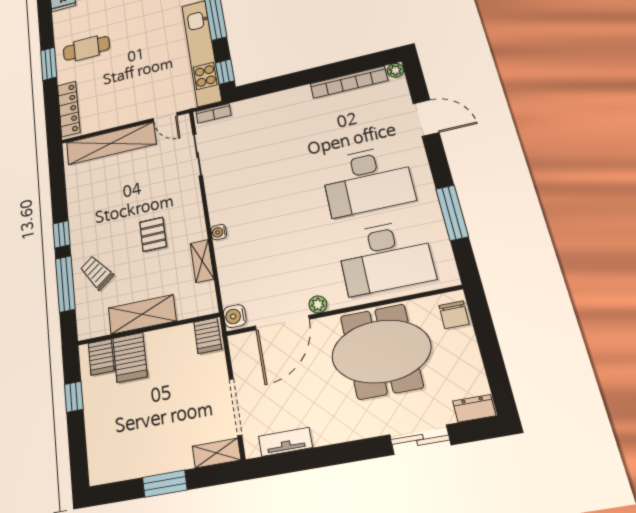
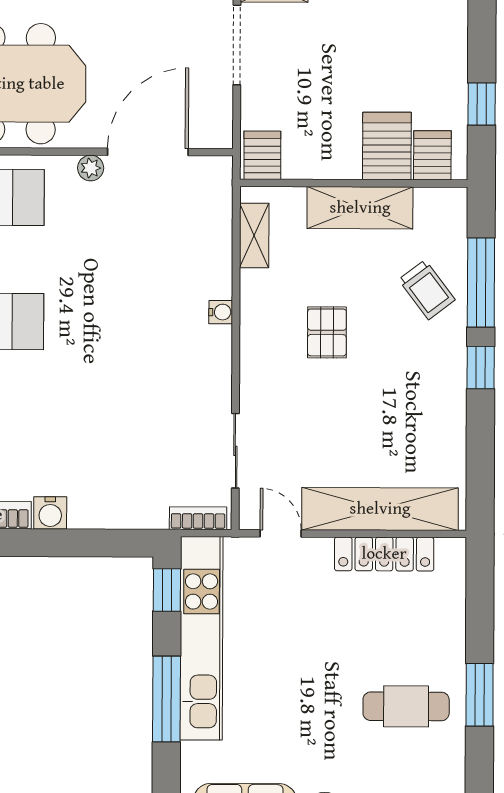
locker: (69, 109) -> (384, 554), moved, turned -90
shelving: (202, 261) -> (254, 235), moved
water cooler: (235, 316) -> (50, 513), moved, turned 90

